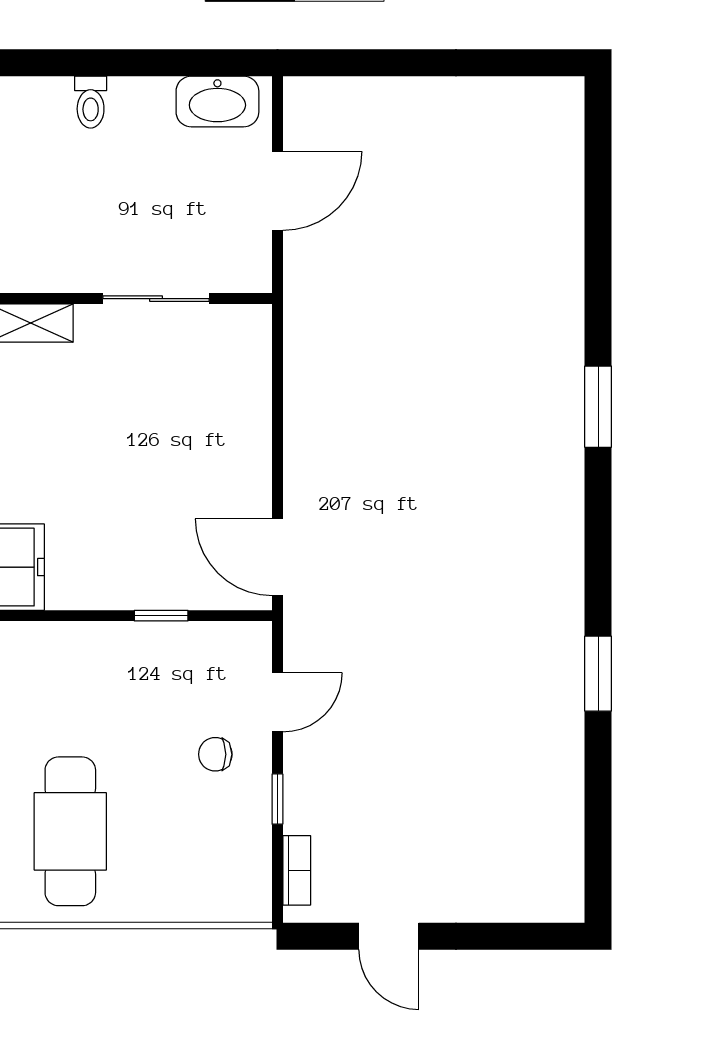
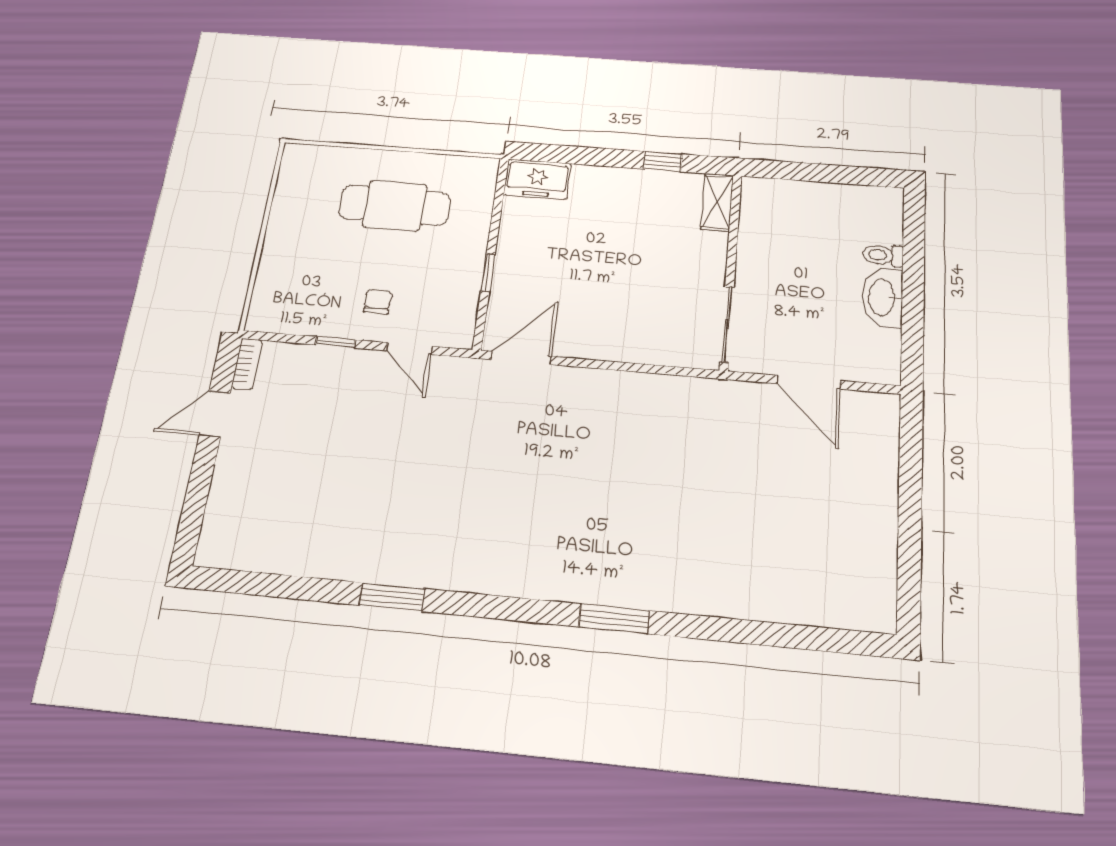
washbasin: (217, 102) -> (883, 297), moved
sliding door: (156, 299) -> (727, 324), moved
cafe table: (70, 831) -> (395, 206), moved
bookcase: (297, 870) -> (247, 364), moved, turned -90

